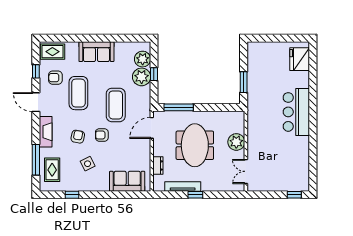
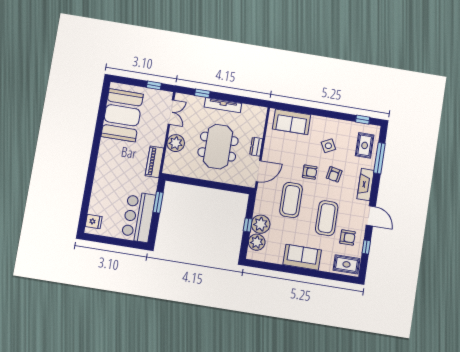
fridge: (300, 59) -> (94, 222), width x0.53, depth x0.75
window: (179, 107) -> (228, 187), removed
bar counter: (296, 112) -> (138, 217), moved, turned 180
piano: (254, 120) -> (155, 162), added
booth: (293, 161) -> (122, 115), added
dresser: (158, 165) -> (256, 147), moved
tv unit: (183, 187) -> (223, 105), moved
window: (72, 195) -> (363, 120), moved
window: (195, 195) -> (202, 93), moved
window: (294, 195) -> (154, 85), moved

